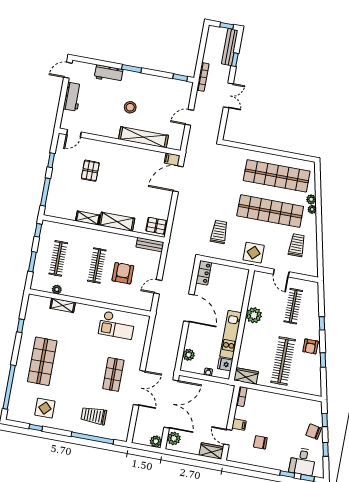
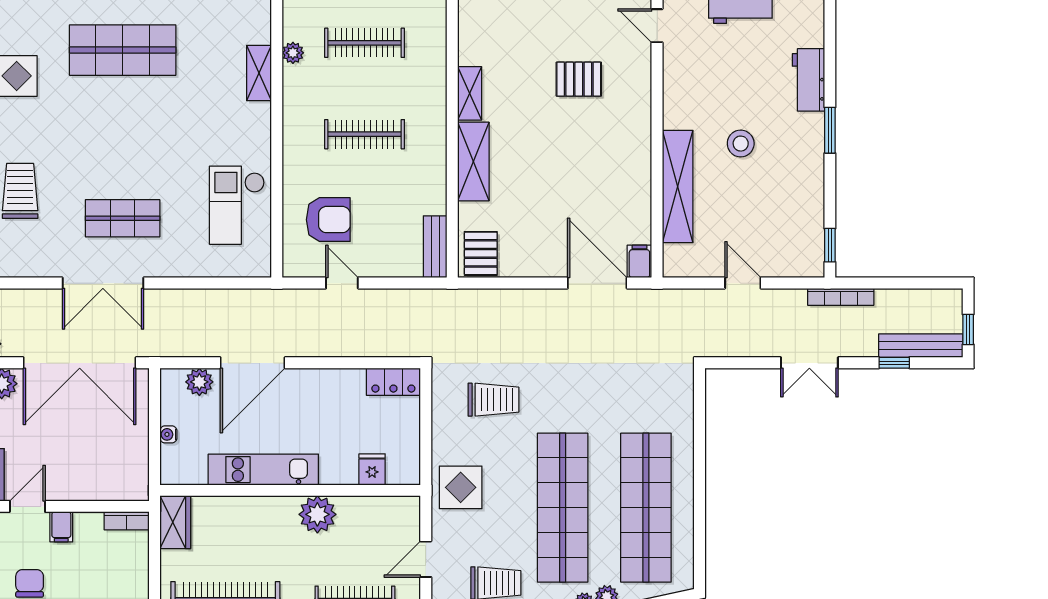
armchair: (123, 273) -> (328, 220), moved
door: (189, 308) -> (253, 363), moved
fridge: (225, 364) -> (372, 469), moved

